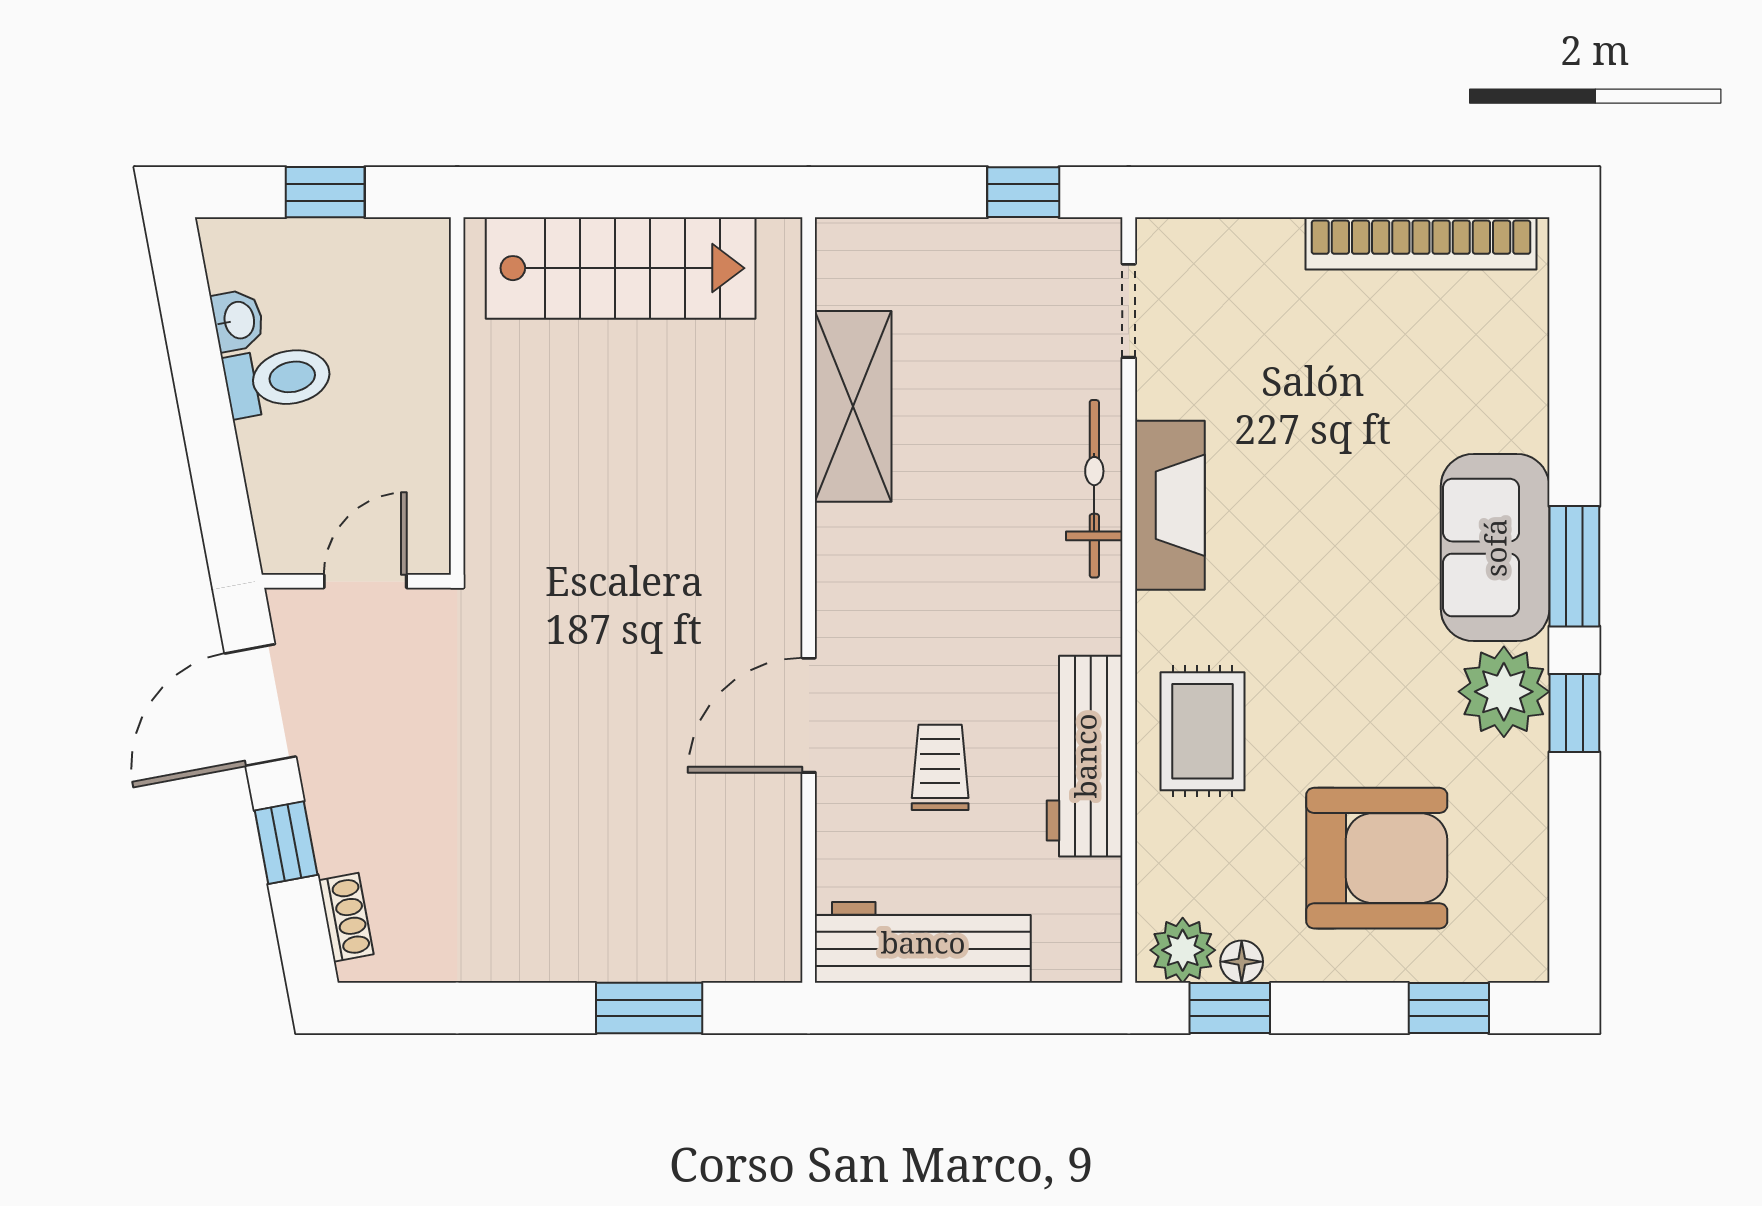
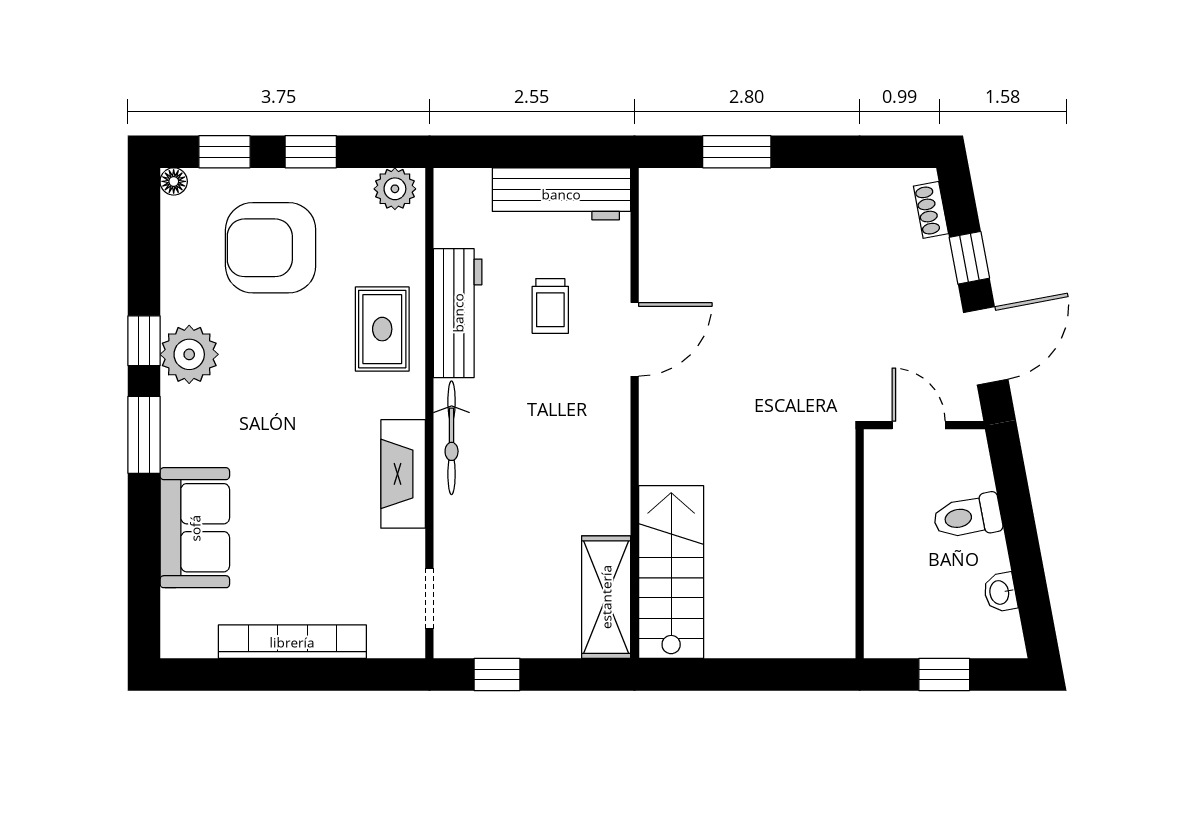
bookcase: (1421, 243) -> (292, 642), moved
stairs: (621, 268) -> (671, 572), moved, turned 90
toilet: (278, 380) -> (967, 517), moved
shelving: (853, 406) -> (606, 597), moved
bicycle: (1094, 489) -> (452, 438), moved
sofa: (1495, 548) -> (195, 528), moved
door: (365, 581) -> (919, 425), swing flipped
floor lamp: (1242, 962) -> (174, 181), moved
window: (1230, 1008) -> (311, 152), moved

